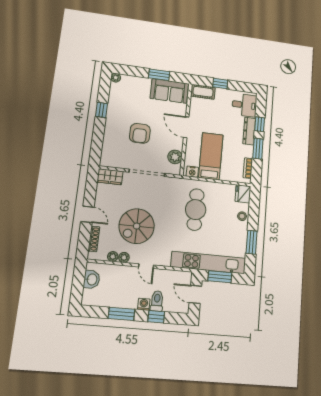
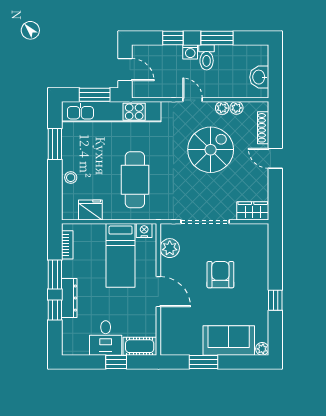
sofa: (169, 91) -> (229, 340), moved
desk: (244, 105) -> (106, 338), moved, turned -90
fridge: (243, 194) -> (90, 210), moved, turned -90
toilet: (157, 301) -> (207, 57), moved

